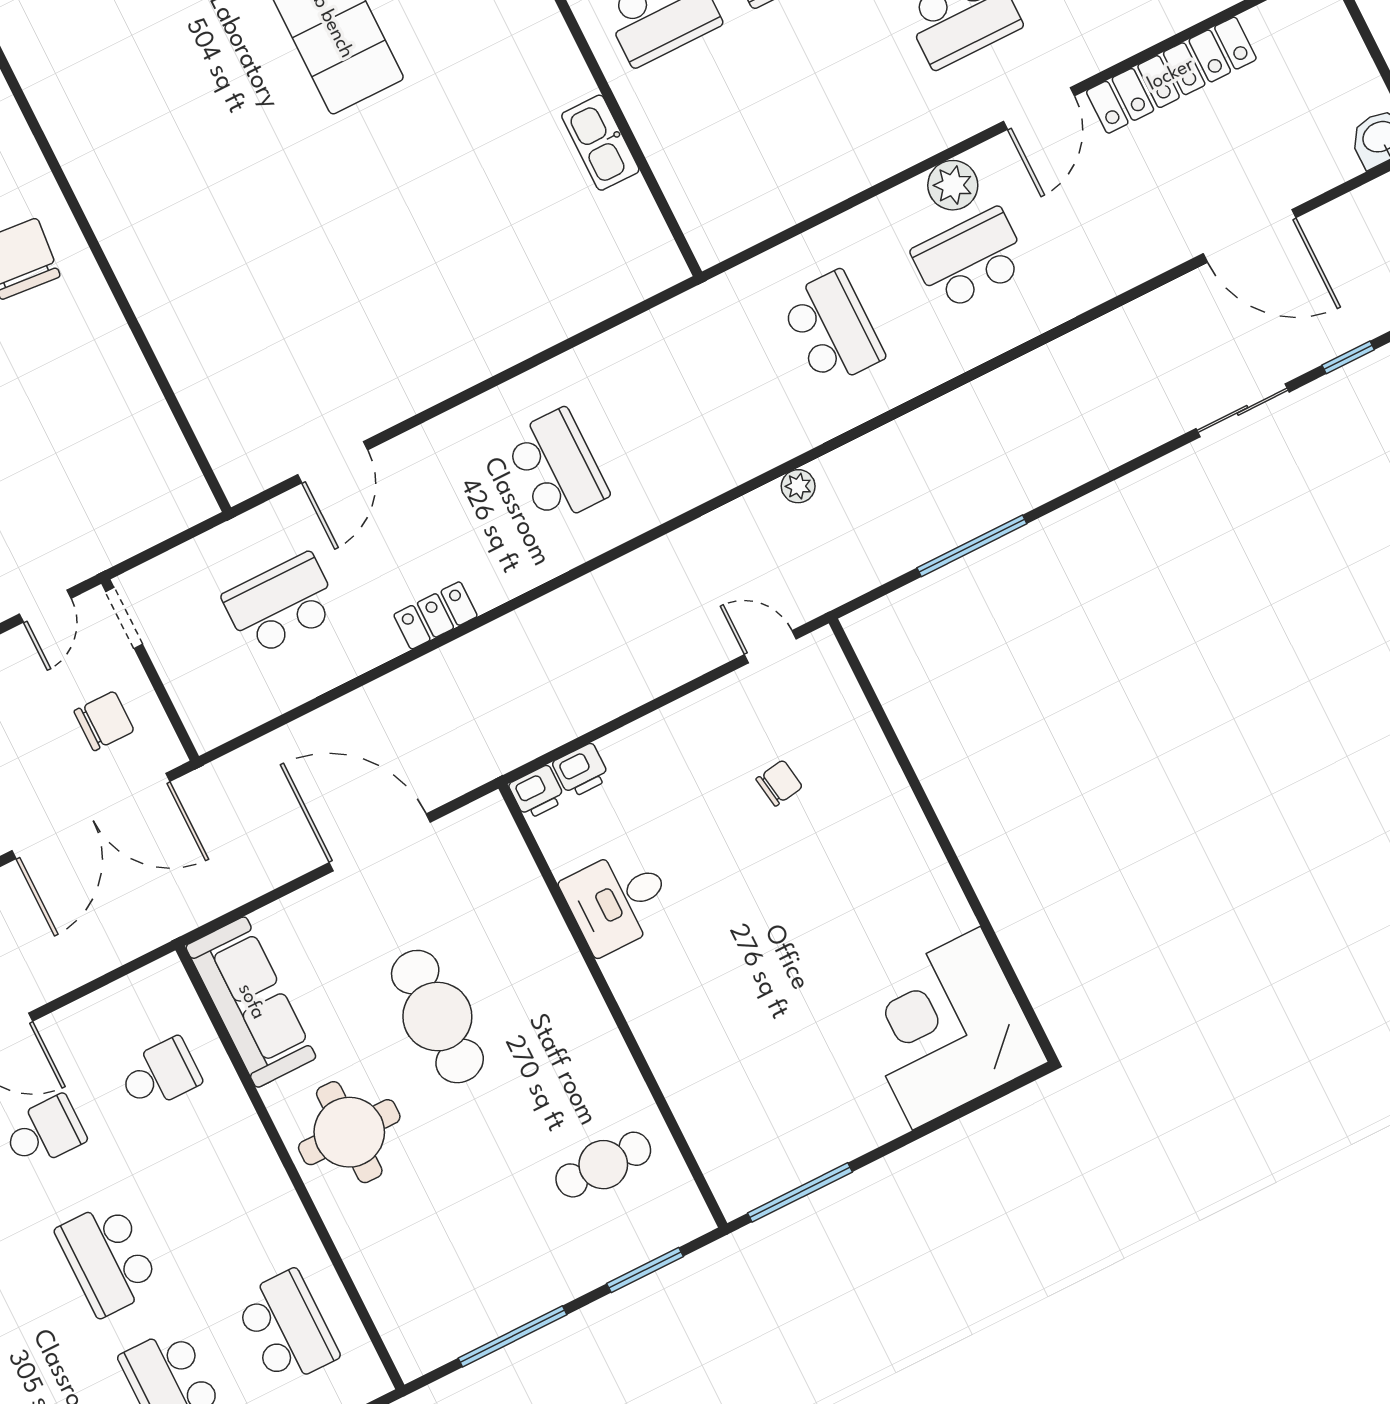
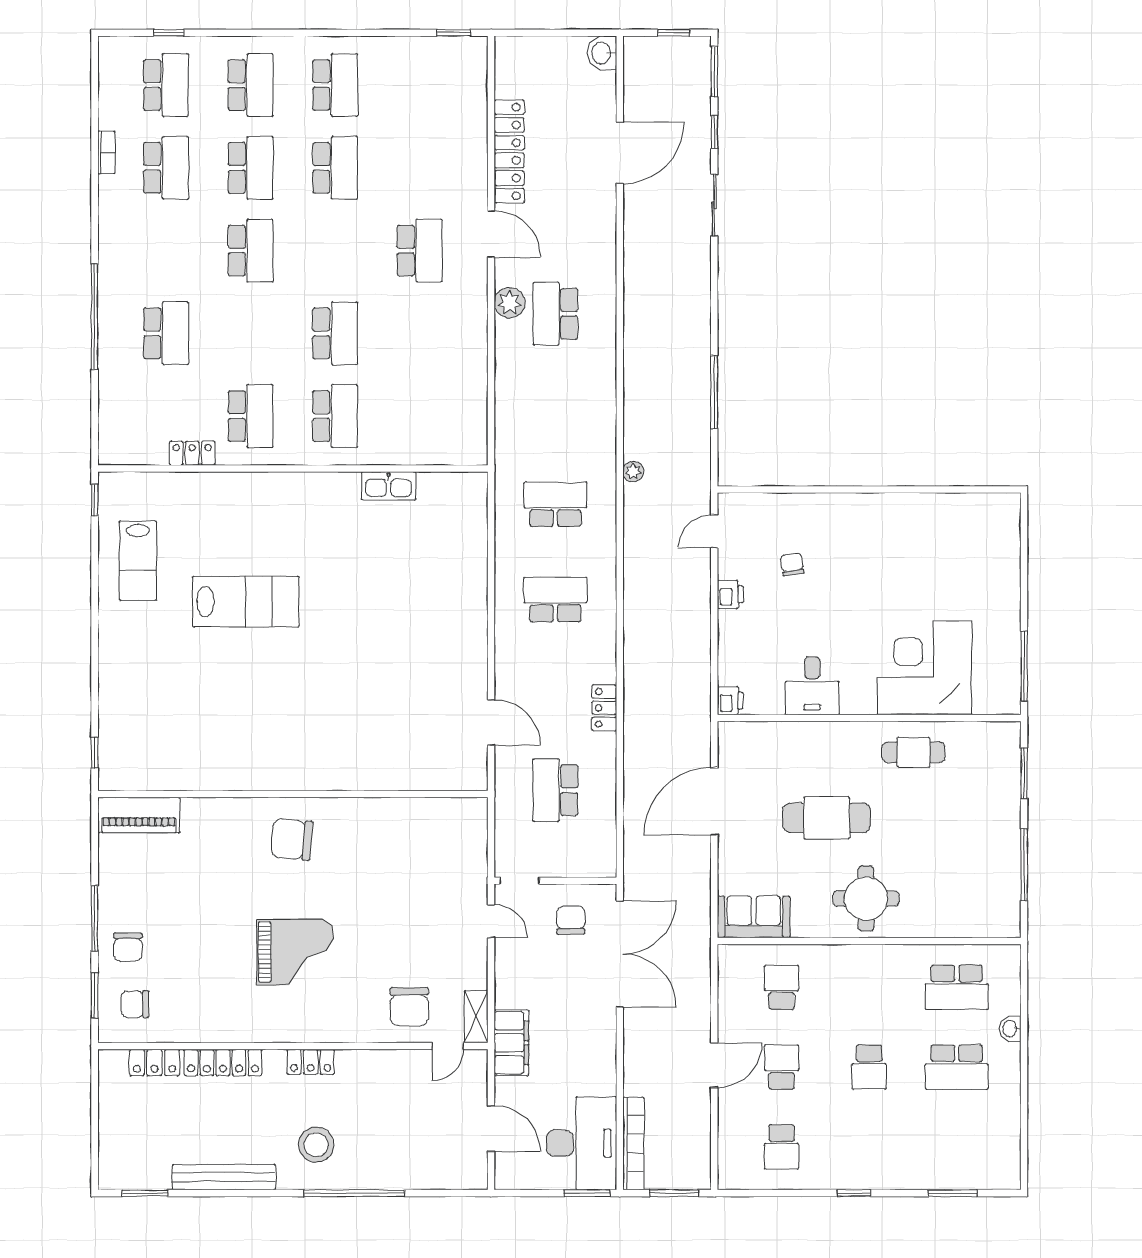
school desk: (832, 328) -> (555, 504), moved
printer: (581, 771) -> (730, 594), moved
sofa: (251, 1002) -> (754, 917), width x0.73
corner desk: (946, 1028) -> (924, 668), moved, turned 90
cafe table: (603, 1165) -> (914, 752), moved, turned 90
school desk: (108, 1259) -> (869, 1067), width x0.54
school desk: (287, 1328) -> (957, 987), turned 180

